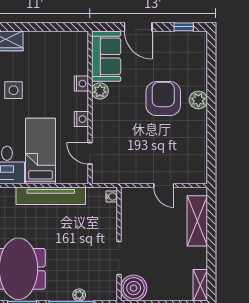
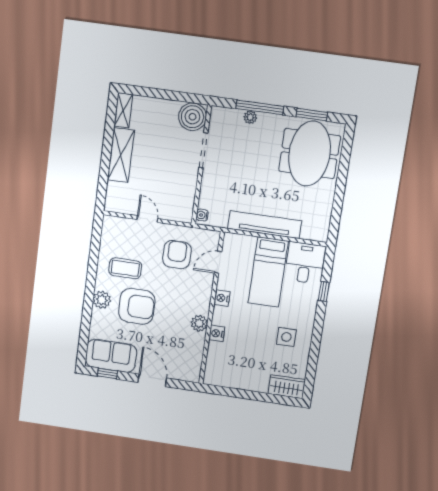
sofa: (106, 56) -> (111, 356), moved, turned 90
armchair: (163, 99) -> (137, 306), turned -90
coffee table: (179, 134) -> (125, 268), added
door: (90, 153) -> (218, 262), swing flipped
armchair: (131, 155) -> (177, 255), added
shelving: (197, 221) -> (121, 155), moved

